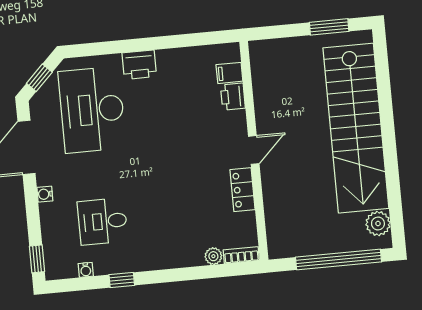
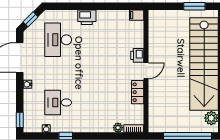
filing cabinet: (229, 73) -> (137, 15), moved
printer: (233, 97) -> (137, 55), moved
desk: (92, 110) -> (58, 40), width x0.73, depth x0.77

